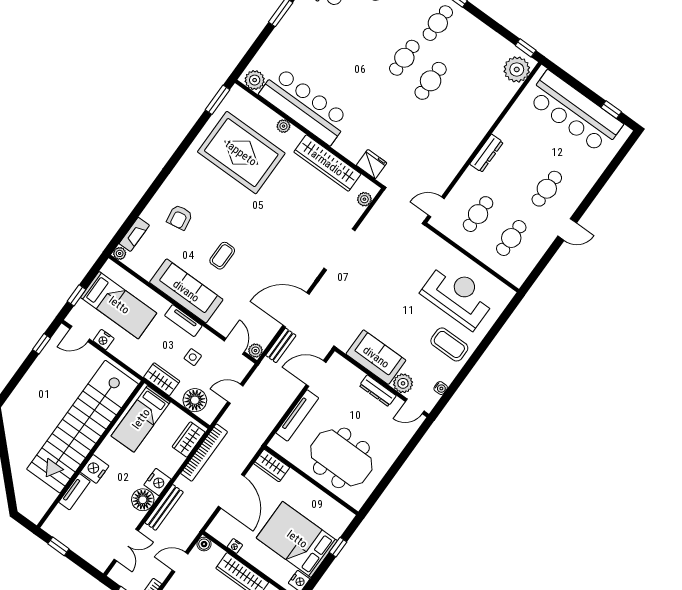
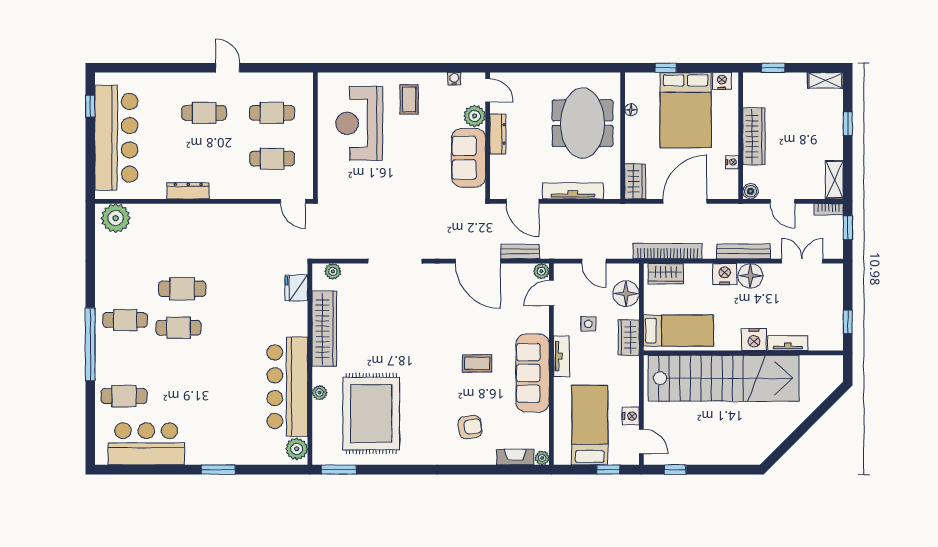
window: (526, 48) -> (90, 224), removed
dresser: (486, 153) -> (188, 191), moved
coffee table: (449, 344) -> (409, 99), width x0.73, depth x0.77
floor lamp: (326, 500) -> (631, 110), added

